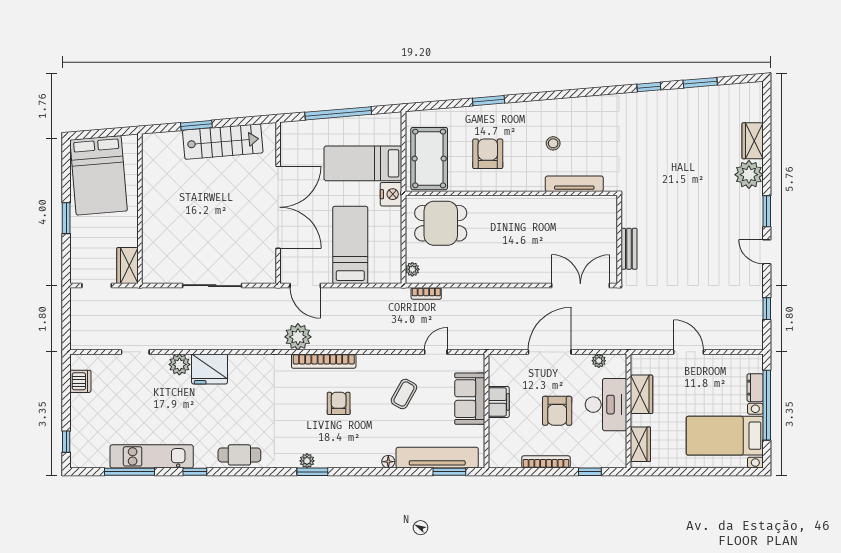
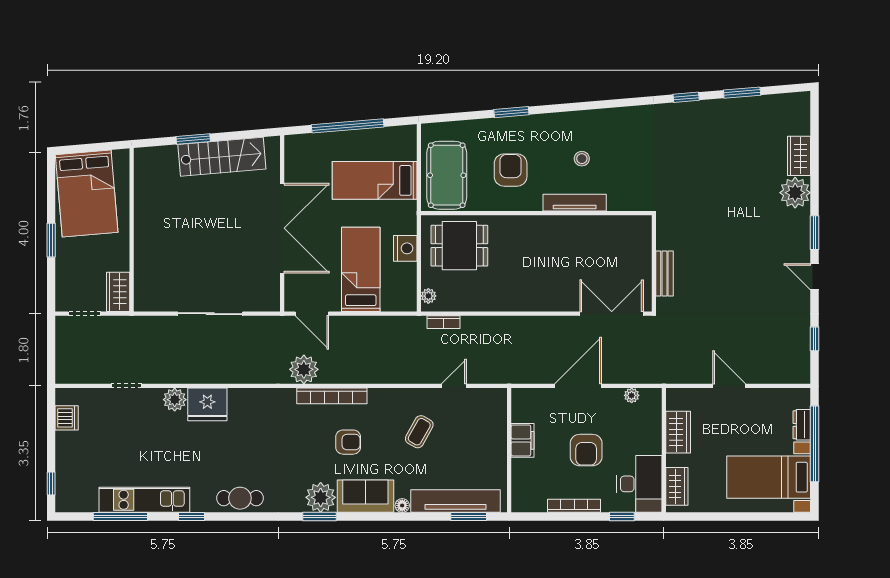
tv unit: (574, 184) -> (575, 203), moved
nightstand: (391, 194) -> (405, 248), moved
sofa: (470, 399) -> (365, 496), moved, turned 90
armchair: (339, 403) -> (348, 442), turned 90
desk: (606, 405) -> (639, 484), moved
plant: (307, 461) -> (321, 497), width x1.87, depth x1.87

